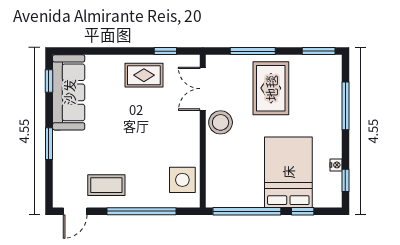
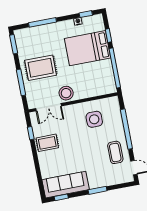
rug: (144, 75) -> (47, 143), turned 90
side table: (182, 180) -> (94, 119), moved

